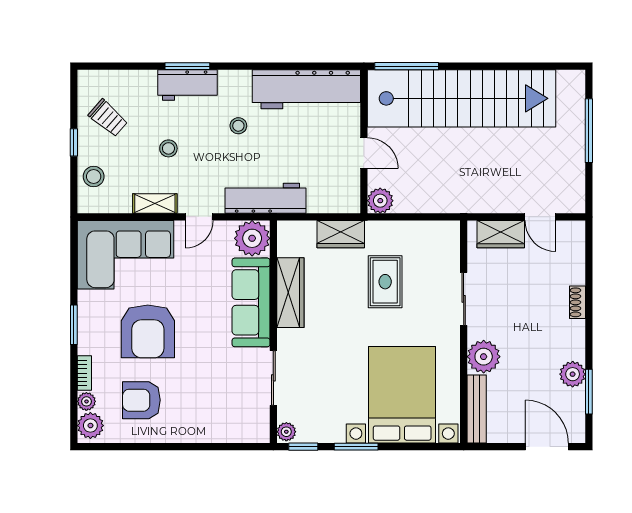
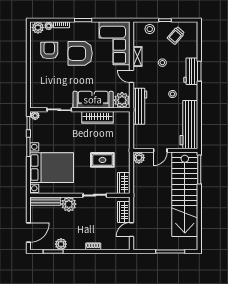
wardrobe: (341, 234) -> (124, 183), moved

